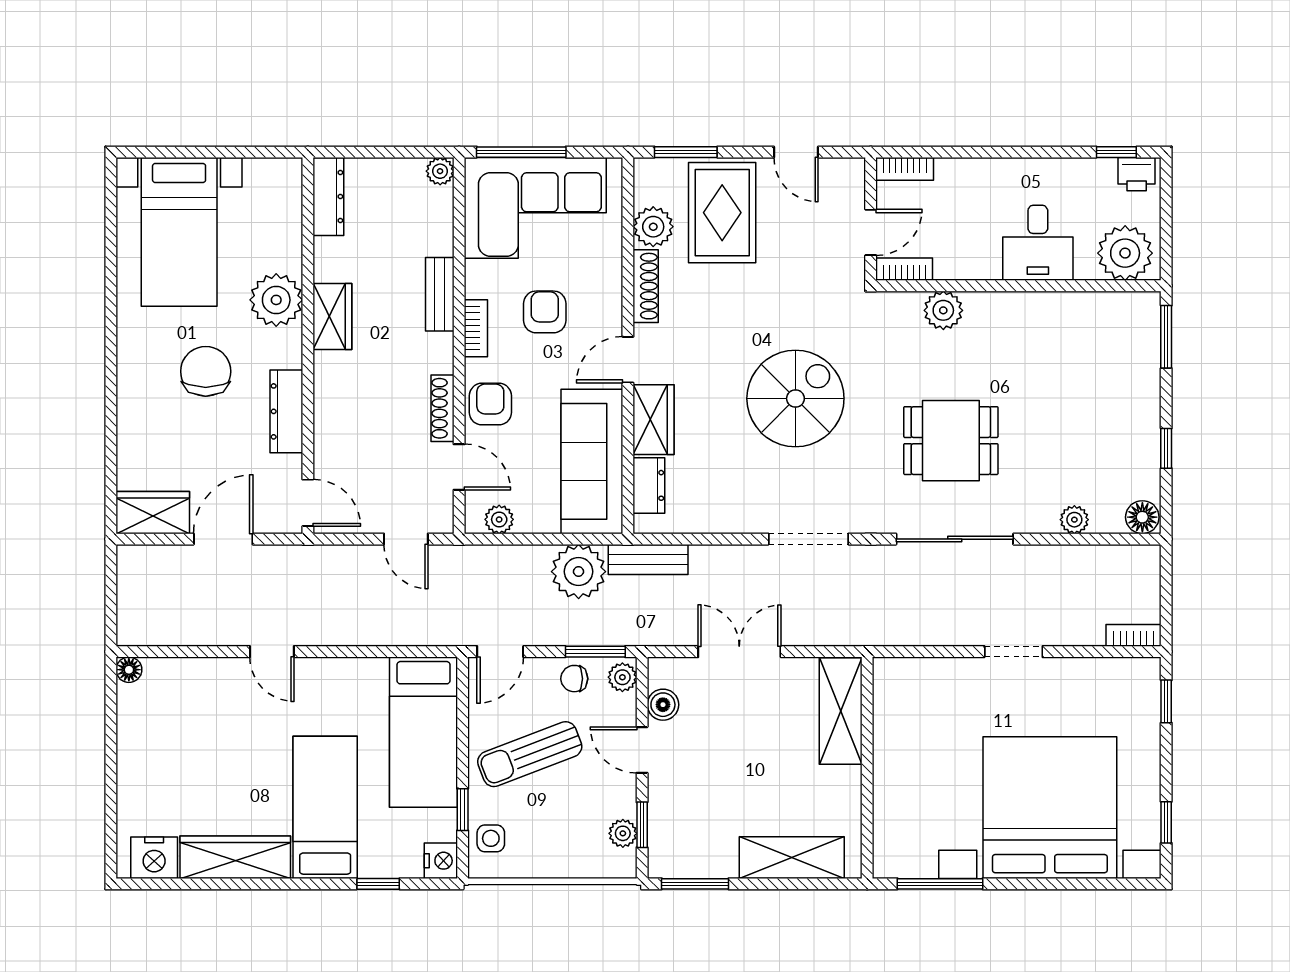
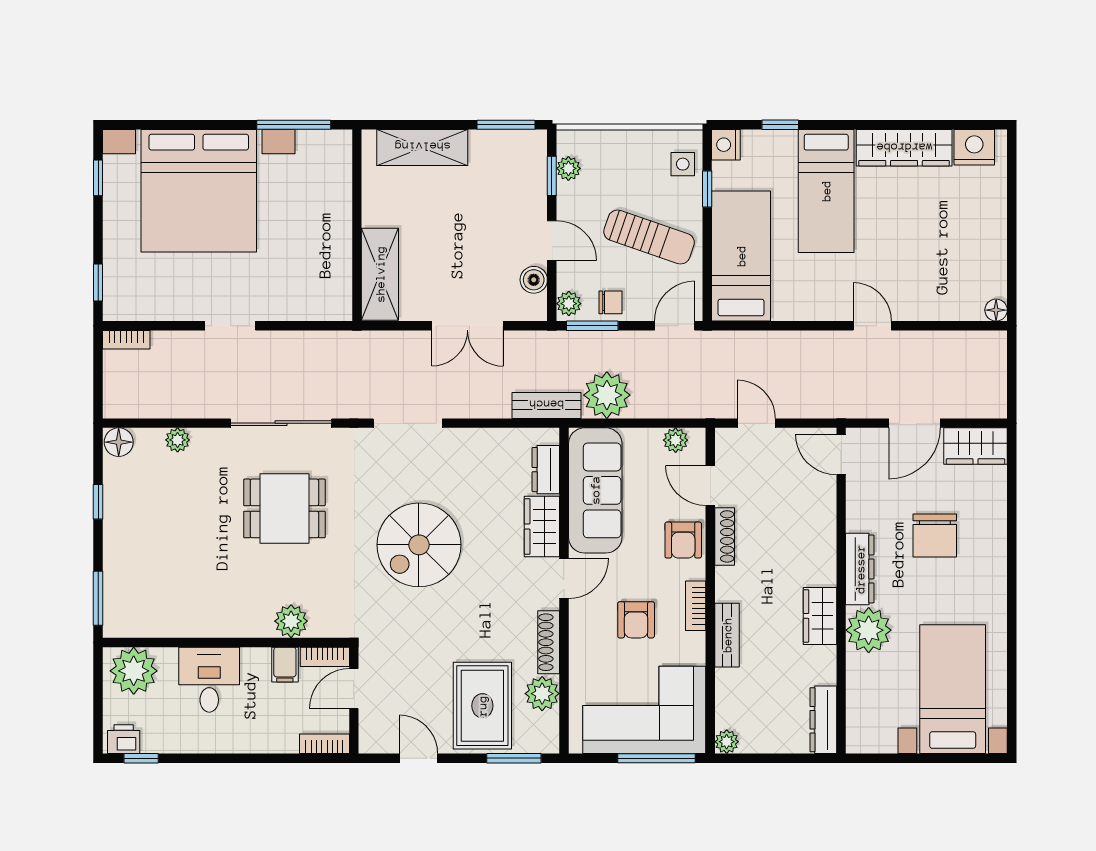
filing cabinet: (950, 260) -> (285, 665), added
chair: (206, 371) -> (935, 536), moved
dresser: (286, 411) -> (860, 569), moved
sun lounger: (530, 754) -> (649, 237), turned 40

